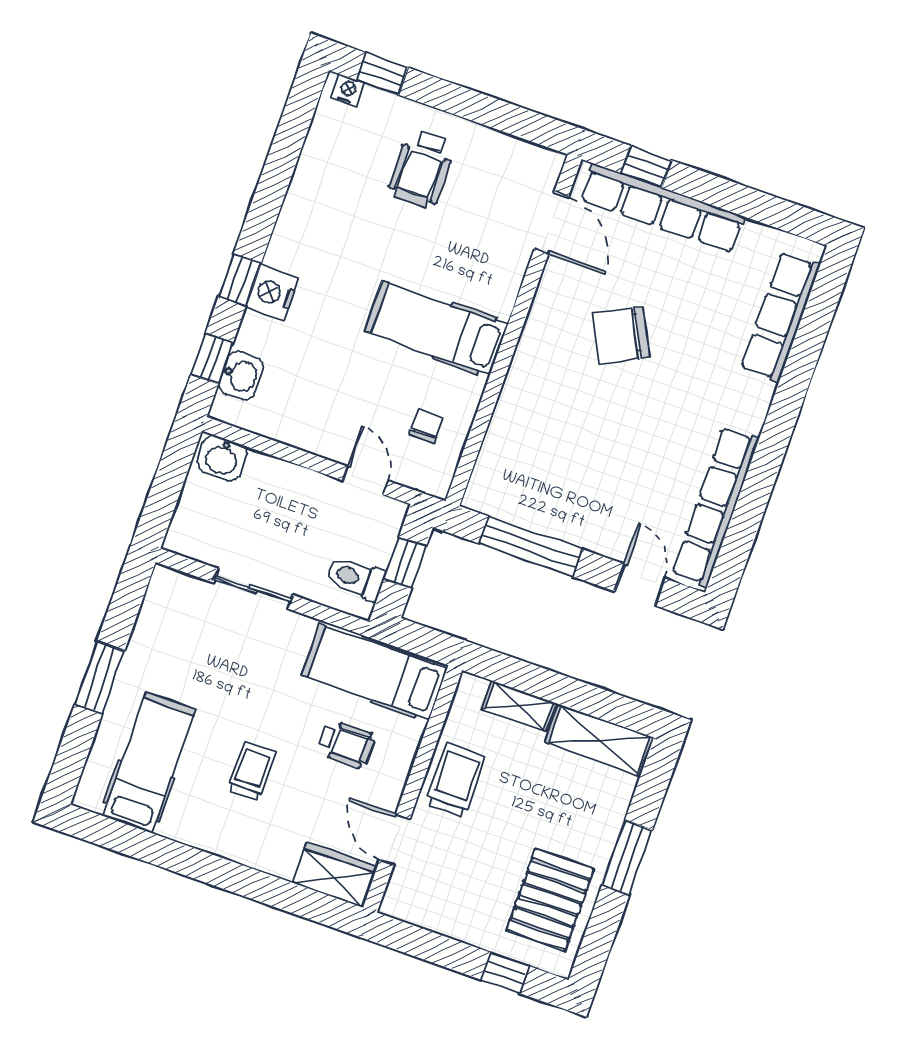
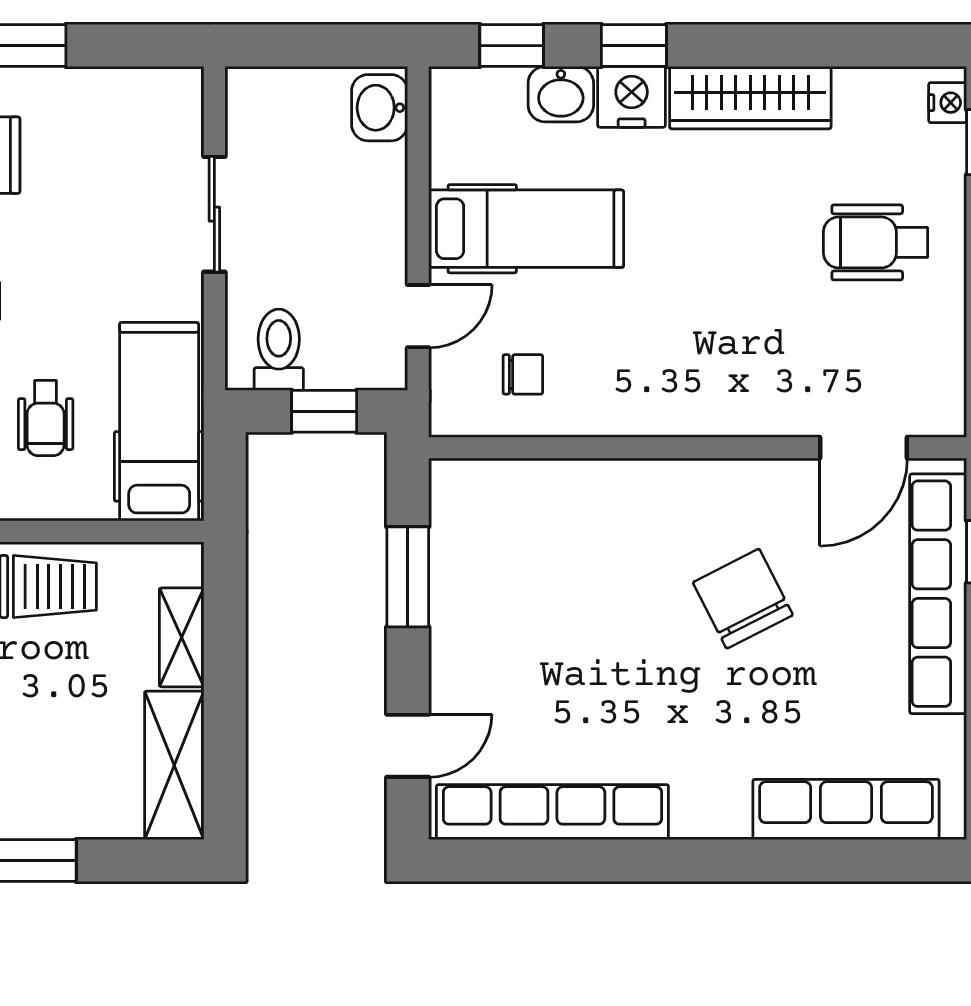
wardrobe: (300, 217) -> (750, 98), added
hospital bed: (436, 328) -> (526, 229), moved, turned 90
washbasin: (241, 376) -> (561, 94), moved
window: (531, 546) -> (408, 577), width x0.69

